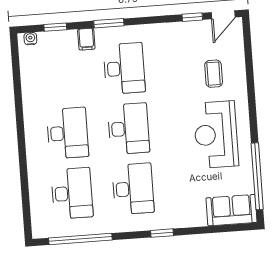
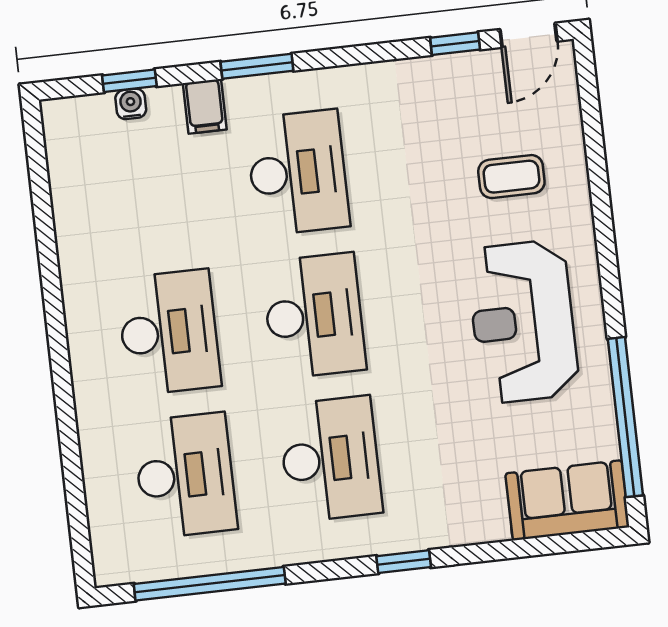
water cooler: (30, 39) -> (131, 104), moved
coffee table: (214, 74) -> (511, 177), turned 90

